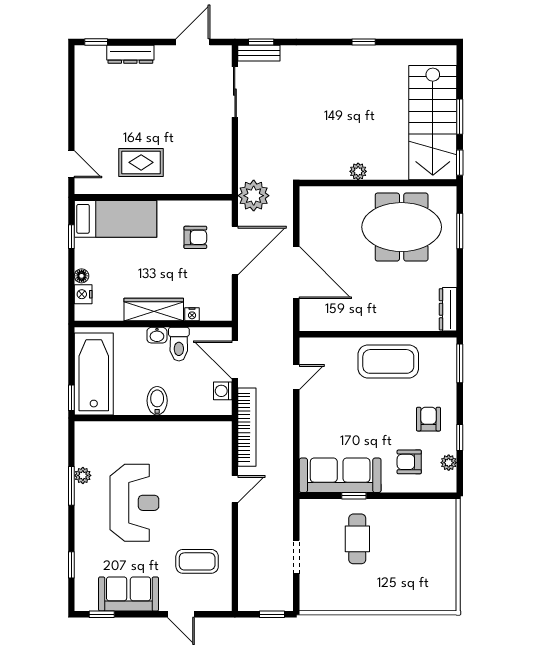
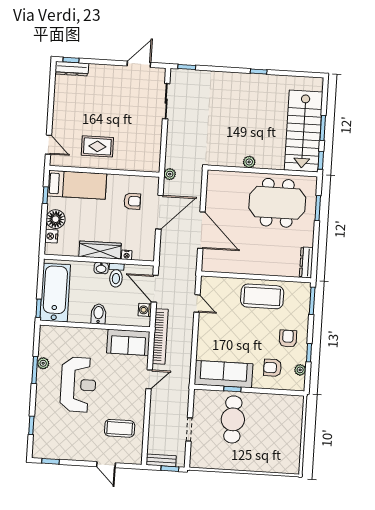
bench: (259, 53) -> (161, 460), moved
dresser: (130, 54) -> (72, 69), moved
plant: (254, 196) -> (170, 174), width x0.53, depth x0.53
floor lamp: (82, 276) -> (56, 219), width x1.89, depth x1.89
door: (296, 377) -> (197, 303), hinge flipped
cafe table: (357, 539) -> (233, 419), width x1.37, depth x1.35
sofa: (129, 594) -> (128, 342), moved, turned 180

